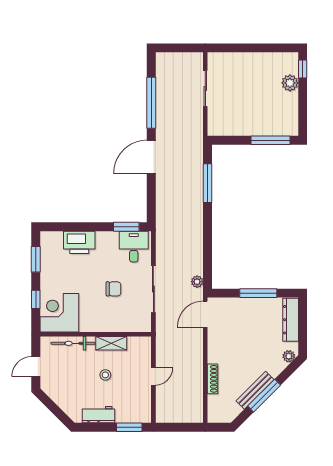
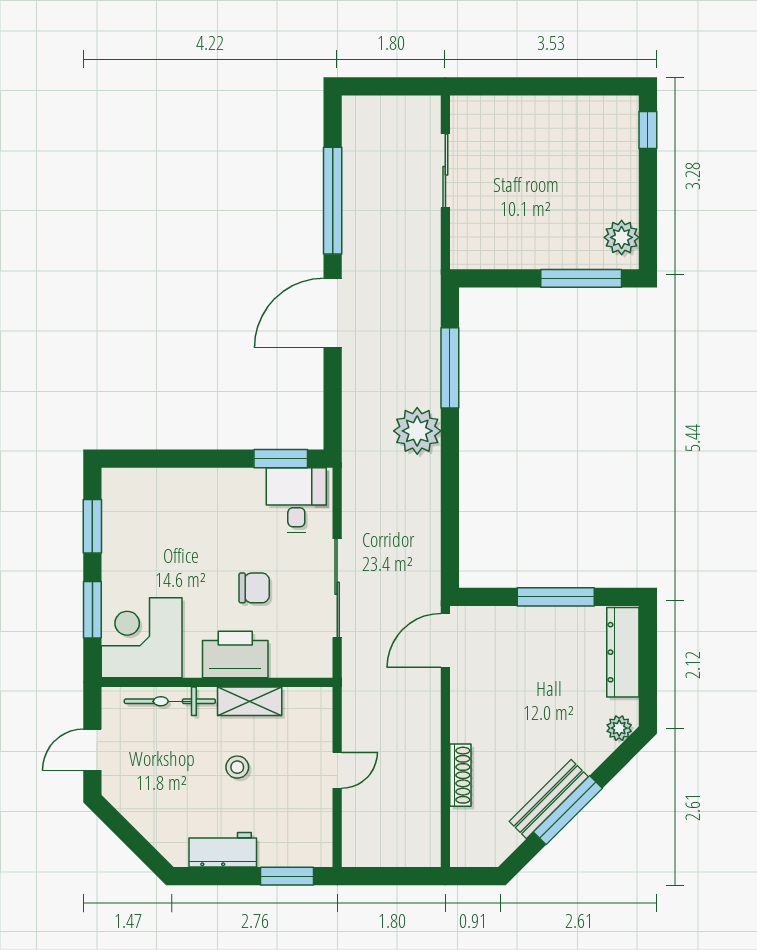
plant: (290, 83) -> (622, 237), moved
printer: (79, 242) -> (235, 654), moved, turned 180
plant: (197, 282) -> (417, 431), moved, width x1.88, depth x1.88
window: (36, 299) -> (92, 610), width x1.50

